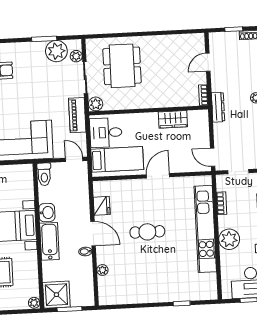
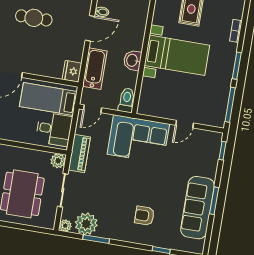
plant: (76, 56) -> (65, 226), moved
door: (74, 159) -> (93, 109), hinge flipped
fridge: (102, 206) -> (72, 71), moved
door: (93, 234) -> (90, 28), swing flipped
bathtub: (49, 241) -> (95, 69), moved, turned 180

